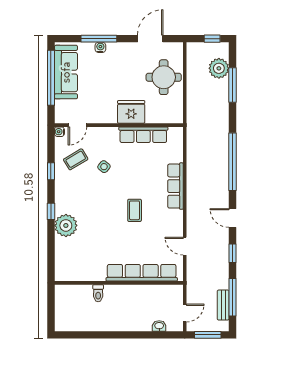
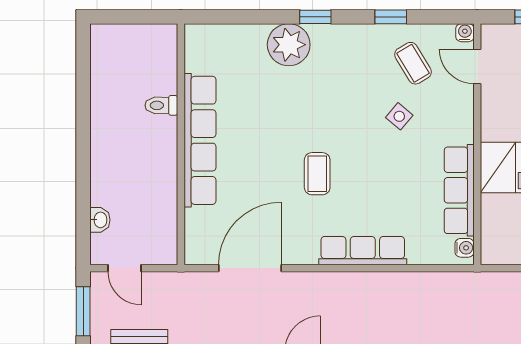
water cooler: (174, 132) -> (465, 248), added
coffee table: (135, 210) -> (317, 174), turned 90
door: (185, 246) -> (250, 268), width x1.88
row of seats: (142, 273) -> (200, 140), moved

